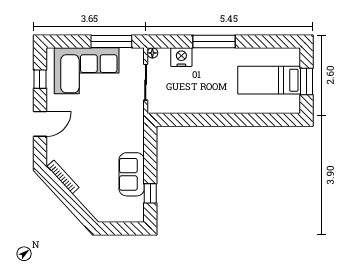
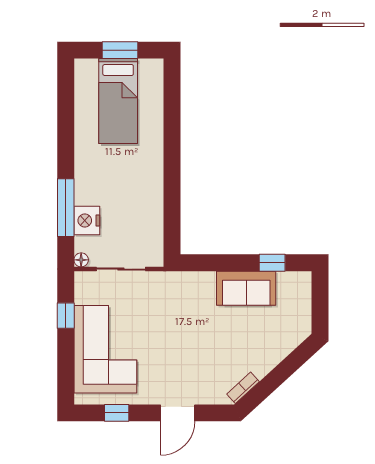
window: (111, 42) -> (66, 316), width x0.46
window: (214, 42) -> (66, 208), moved
door: (40, 124) -> (178, 413), swing flipped
bookcase: (63, 177) -> (243, 388), width x0.64

